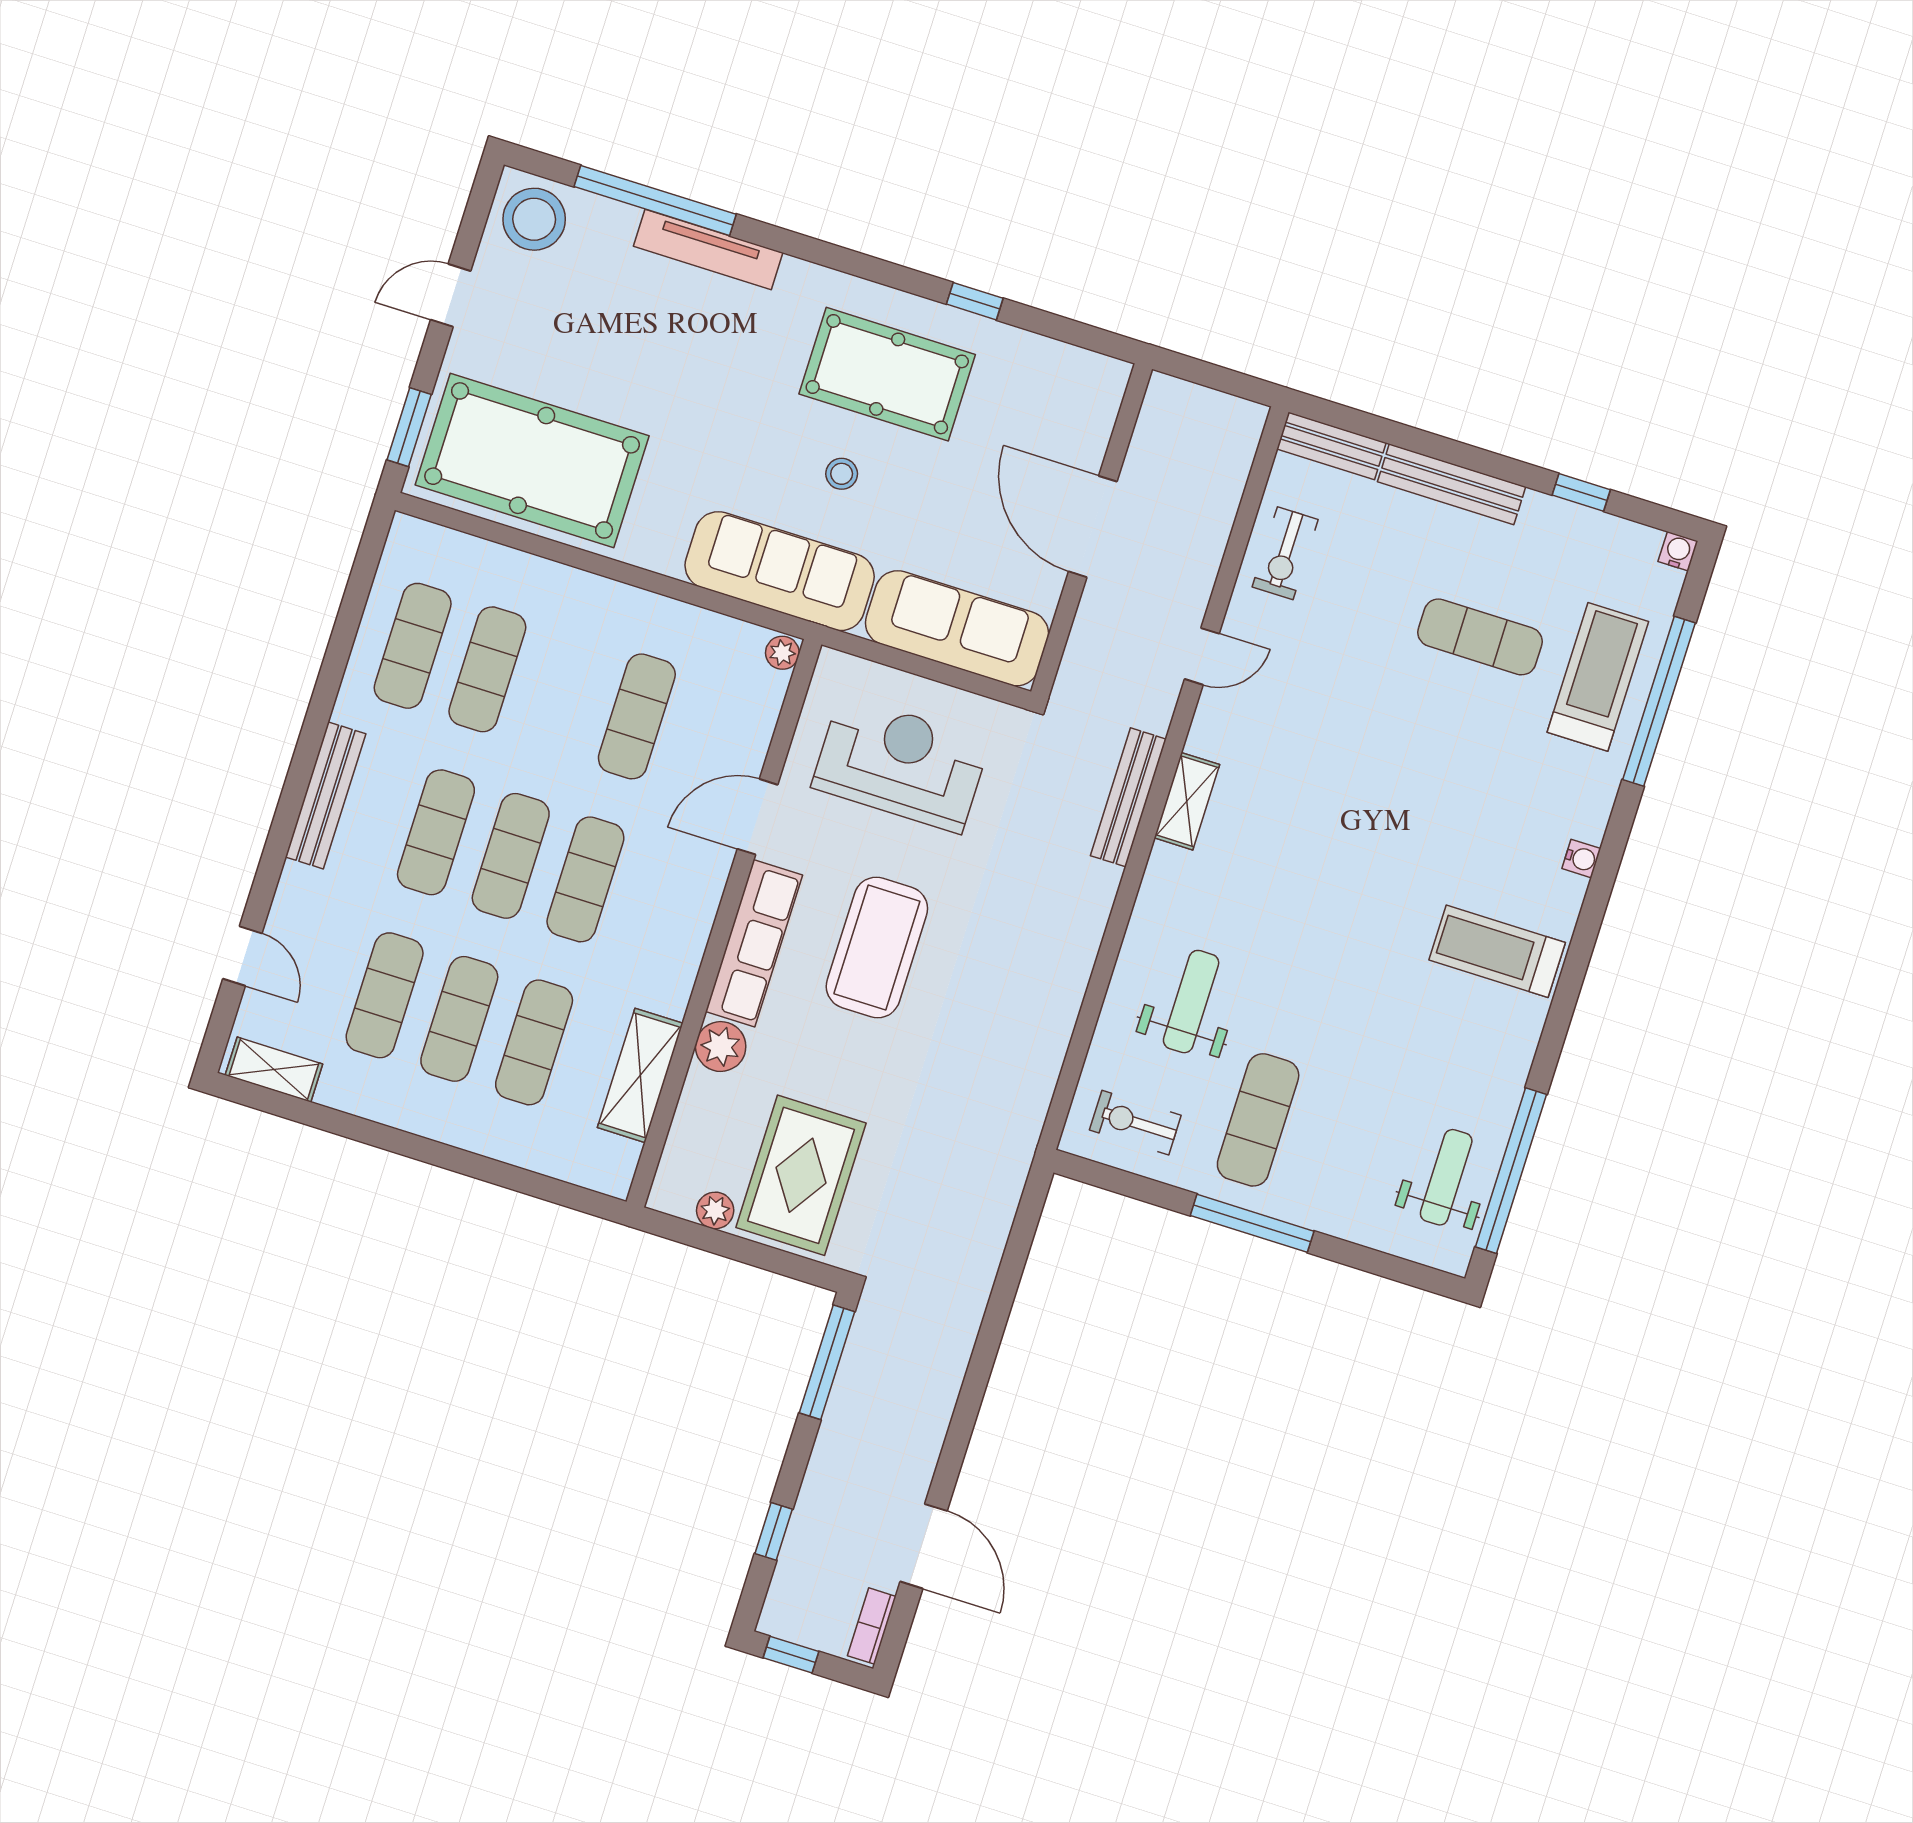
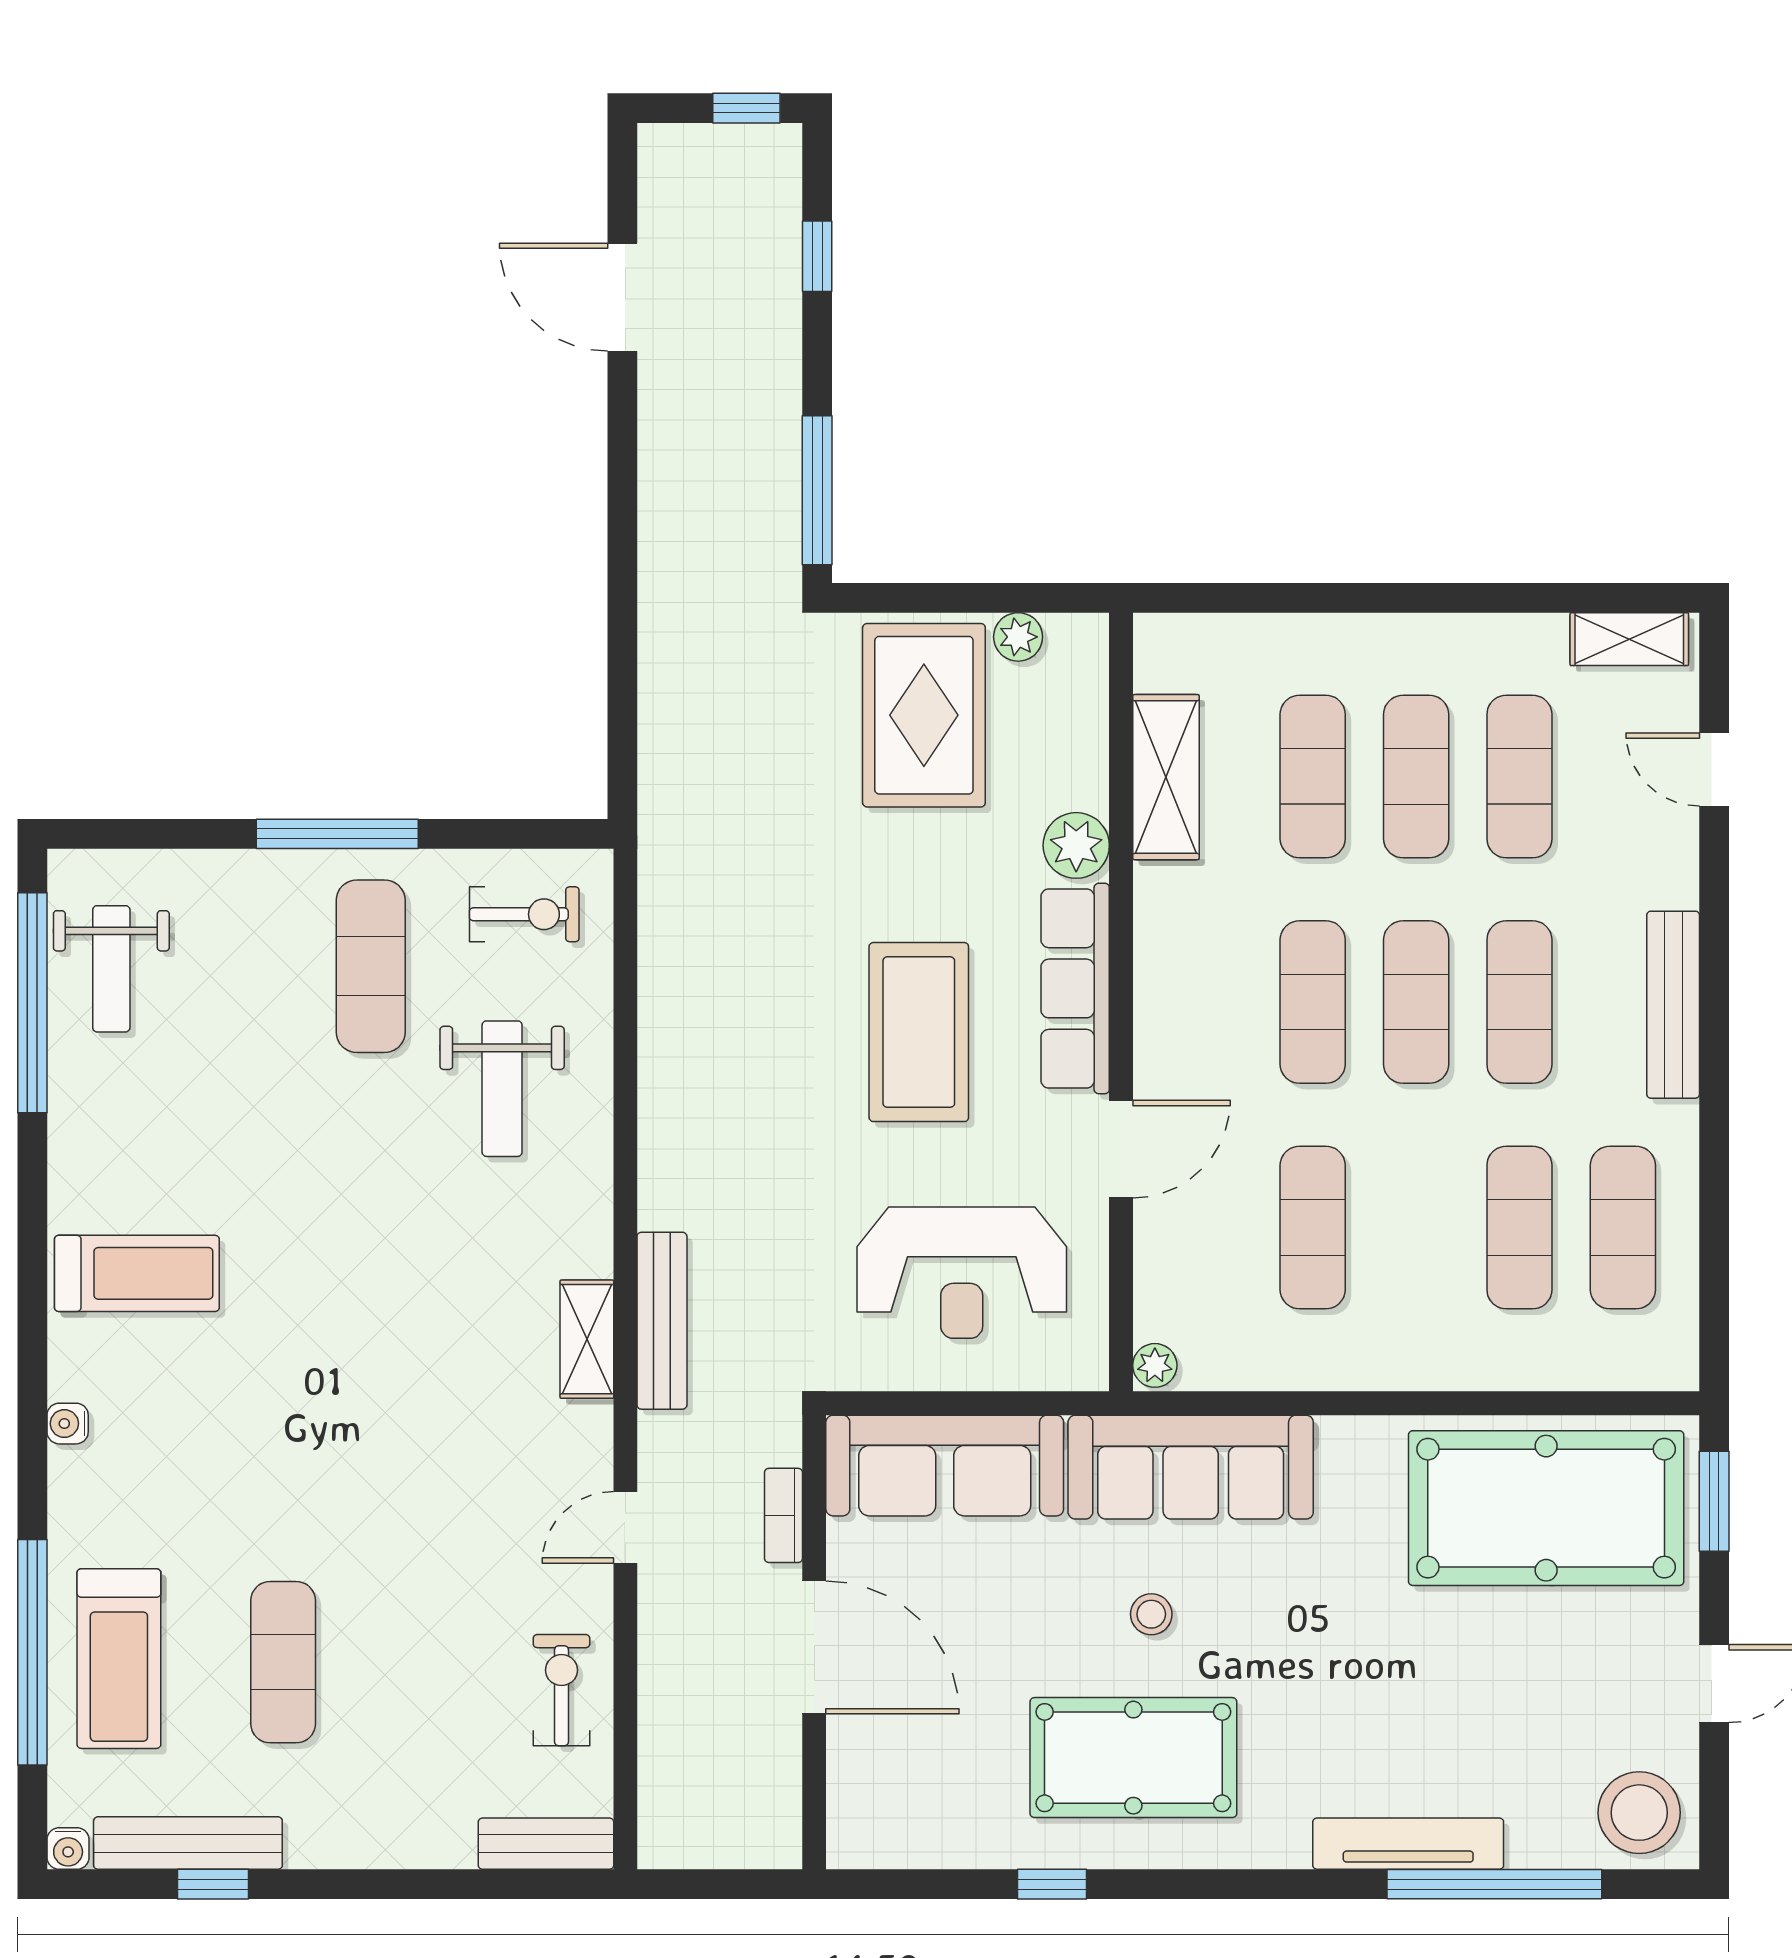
bench: (1452, 484) -> (188, 1843), moved
exercise mat: (1480, 637) -> (283, 1662), turned 90
bookcase: (872, 1626) -> (784, 1515), moved, turned 180

